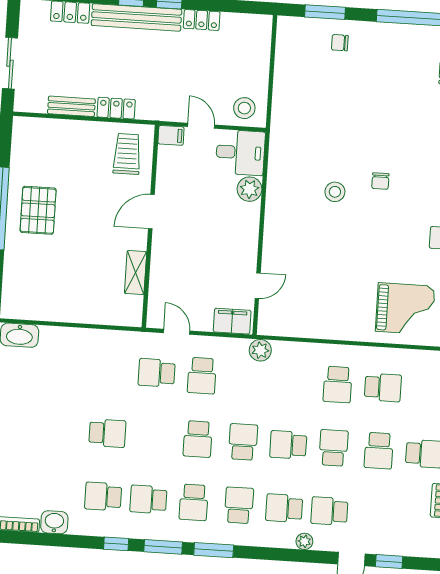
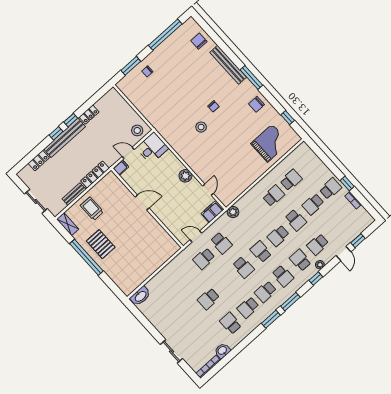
locker: (116, 108) -> (95, 175), width x1.53
trolley: (127, 154) -> (92, 209), moved
plant: (250, 189) -> (185, 176), moved
door: (151, 212) -> (142, 202), swing flipped
shelving: (136, 273) -> (68, 224), moved
school desk: (338, 384) -> (274, 196), turned -90
school desk: (107, 433) -> (208, 299), turned 180
school desk: (334, 448) -> (296, 220), turned 180
school desk: (379, 451) -> (313, 204), turned 90
school desk: (103, 496) -> (231, 323), turned 90
school desk: (194, 502) -> (265, 292), turned 90
school desk: (239, 505) -> (283, 276), turned 180
school desk: (284, 508) -> (300, 260), turned 90
window: (116, 544) -> (316, 279), moved

